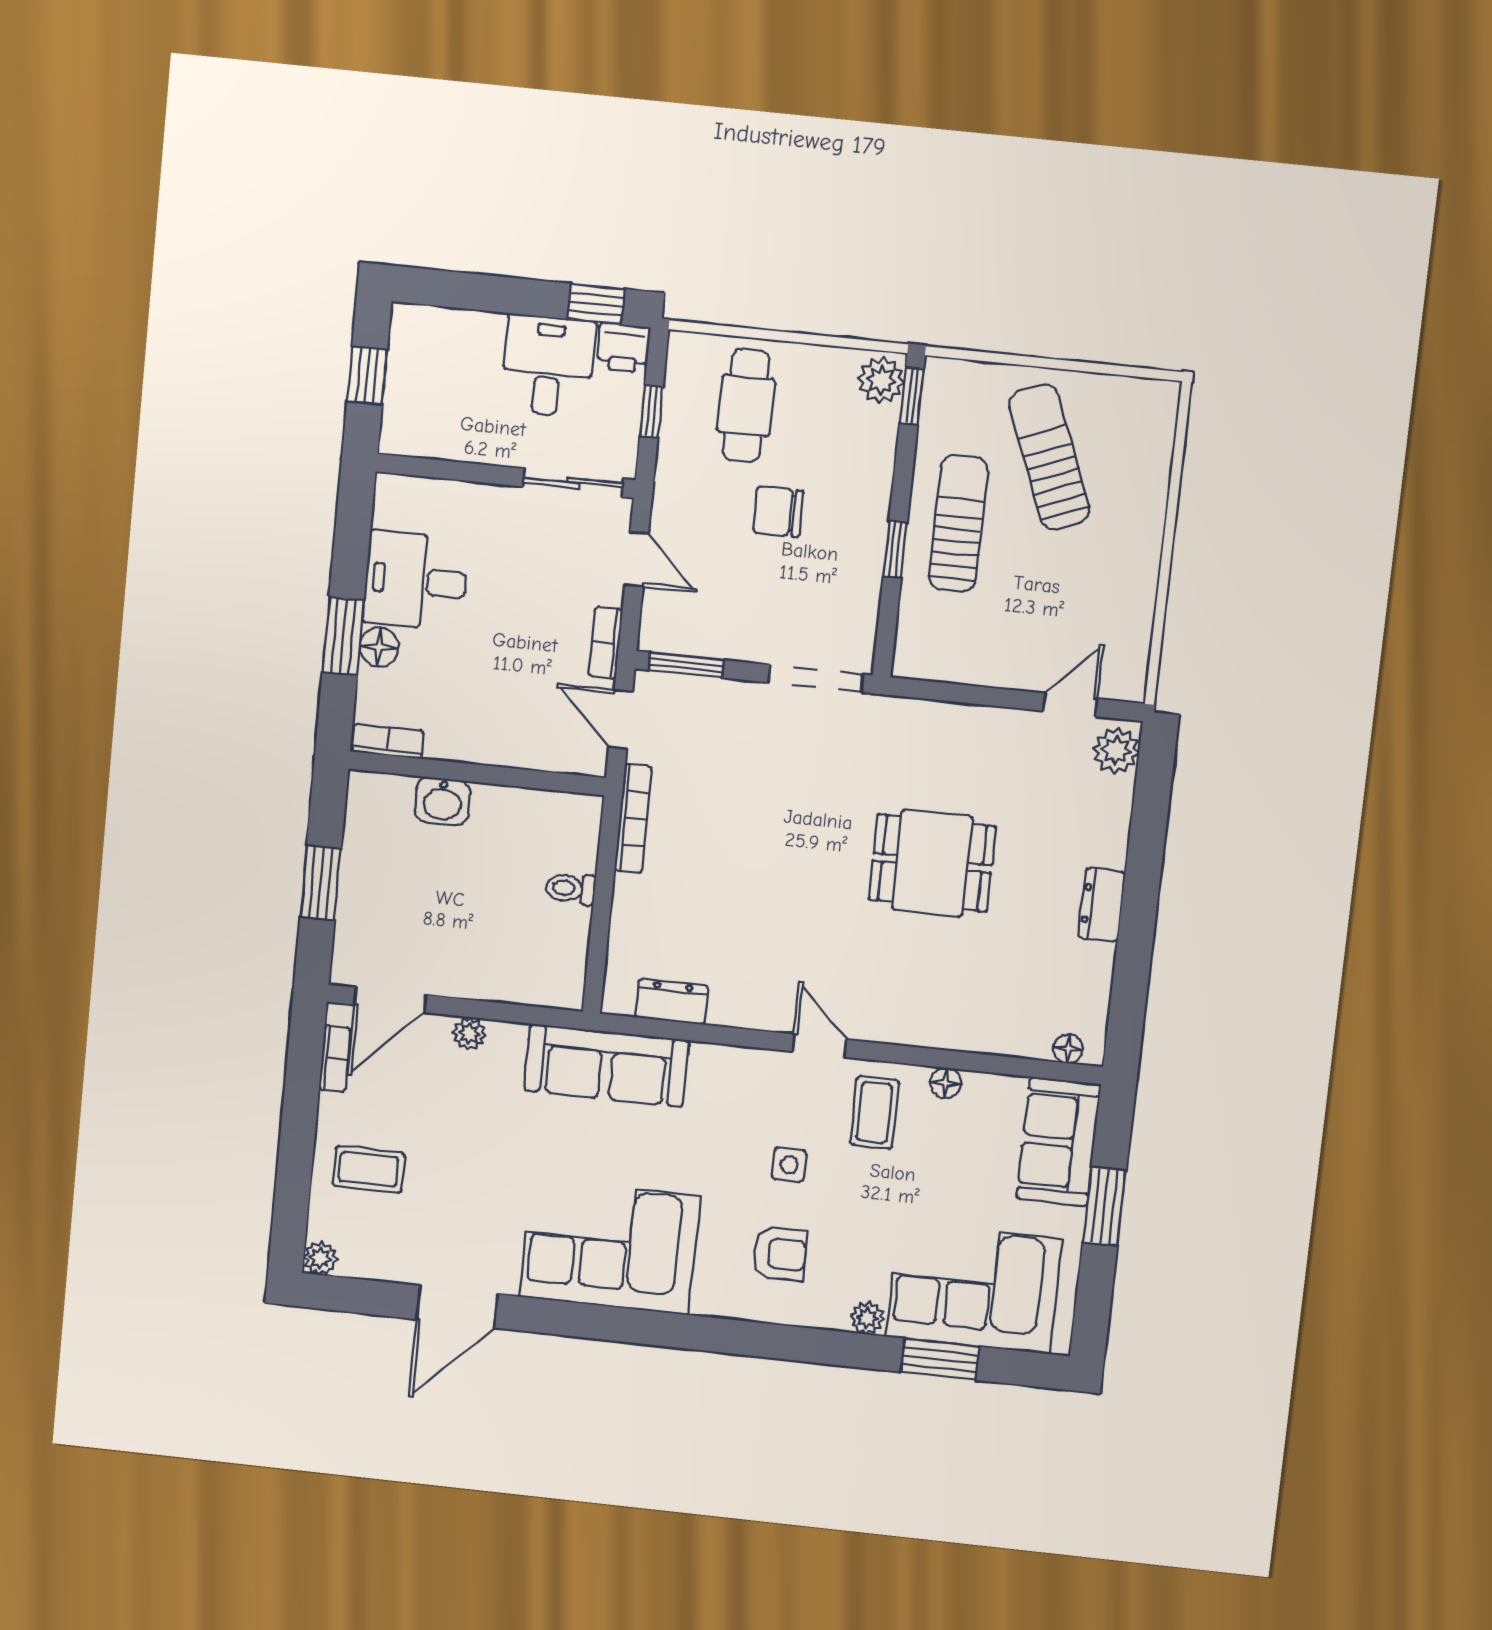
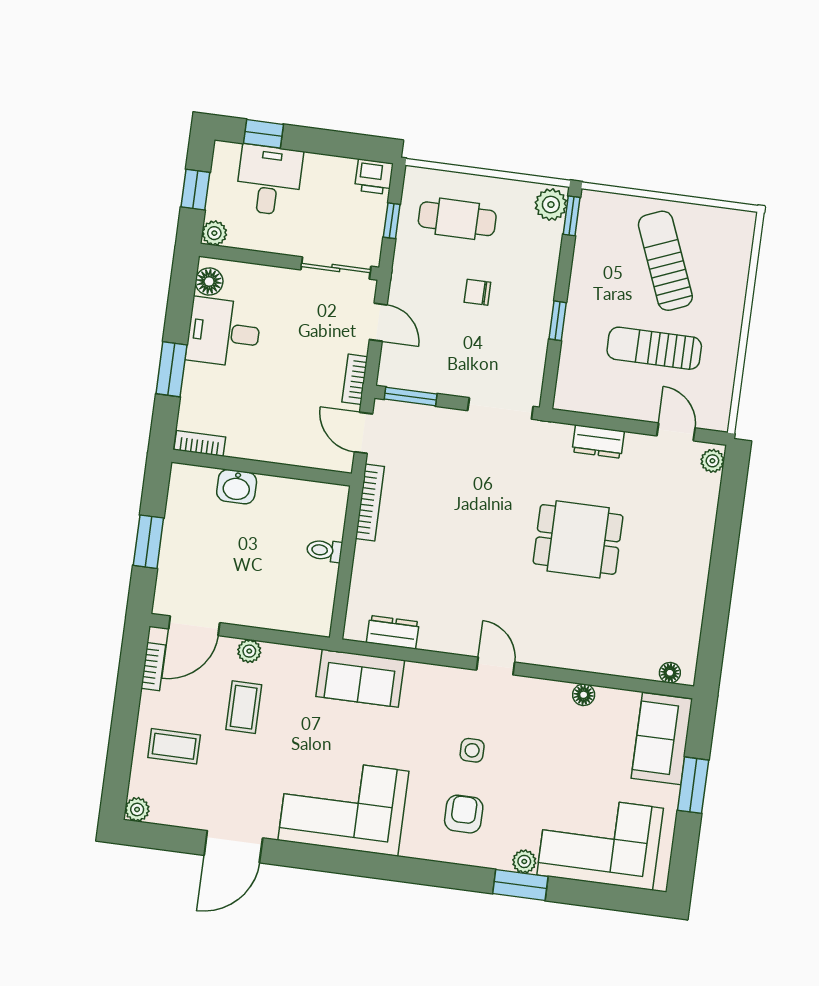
window: (596, 304) -> (263, 134), moved
desk: (548, 366) -> (269, 180), moved
cafe table: (746, 405) -> (457, 219), turned 90
plant: (397, 438) -> (214, 233), added
chair: (778, 512) -> (477, 292), width x0.73, depth x0.73
sun lounger: (958, 523) -> (654, 348), moved, turned -90
floor lamp: (379, 647) -> (209, 282), moved
door: (1070, 705) -> (676, 432), hinge flipped
plant: (1116, 751) -> (712, 461), width x0.73, depth x0.73
dresser: (1102, 905) -> (598, 442), moved, turned -90
sofa: (607, 1065) -> (360, 678), width x0.73
coffee table: (874, 1112) -> (244, 707), moved
armchair: (780, 1254) -> (464, 814), turned -90
window: (940, 1359) -> (520, 885), moved

